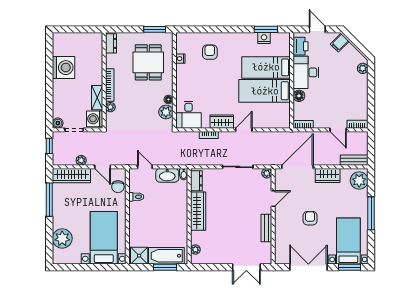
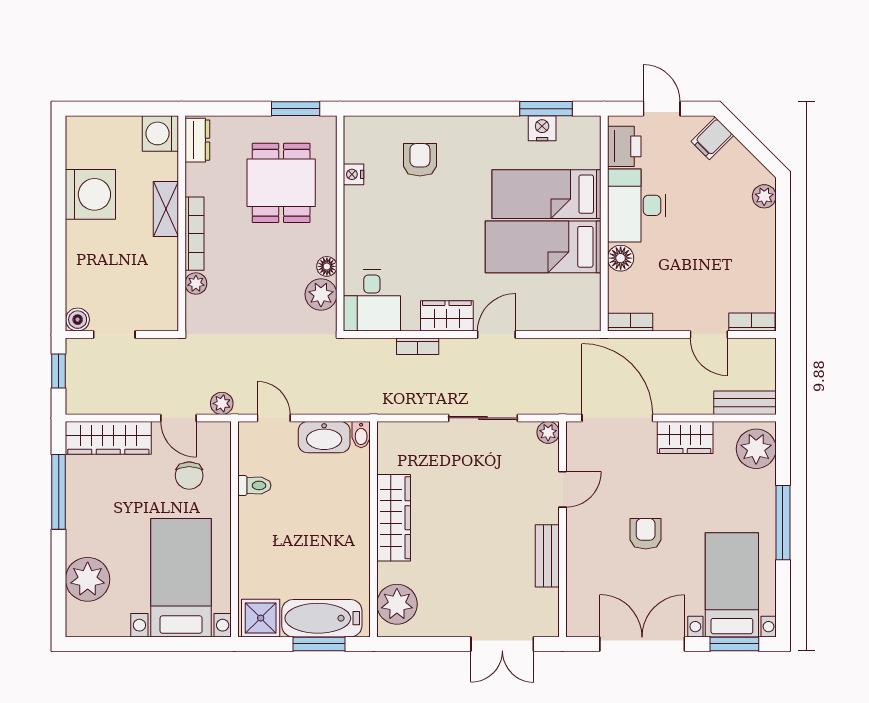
shelving: (97, 98) -> (166, 209), moved
washing machine: (95, 119) -> (160, 133), moved
plant: (81, 160) -> (222, 403), moved
door: (297, 167) -> (617, 418), hinge flipped
dresser: (196, 181) -> (390, 449), removed
chair: (118, 187) -> (189, 476), moved
plant: (195, 250) -> (397, 604), width x1.88, depth x1.88

